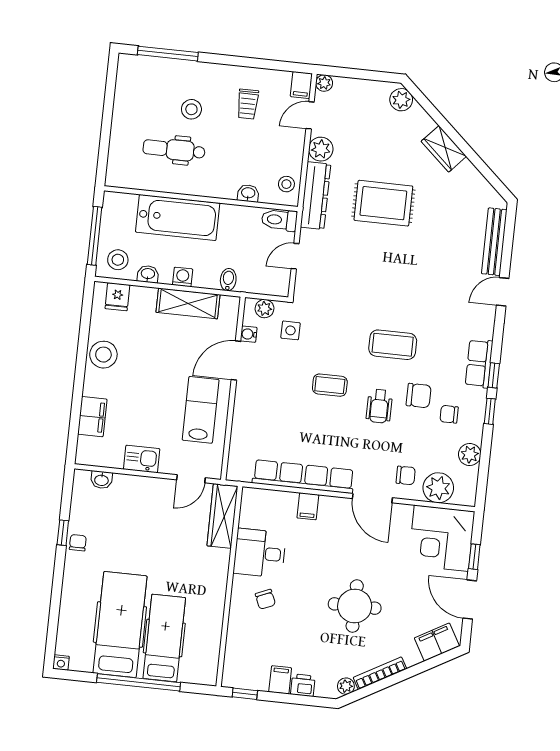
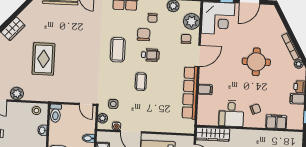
dresser: (316, 196) -> (42, 95), removed
door: (295, 256) -> (86, 104), moved
filing cabinet: (437, 642) -> (276, 122), moved, turned 119

